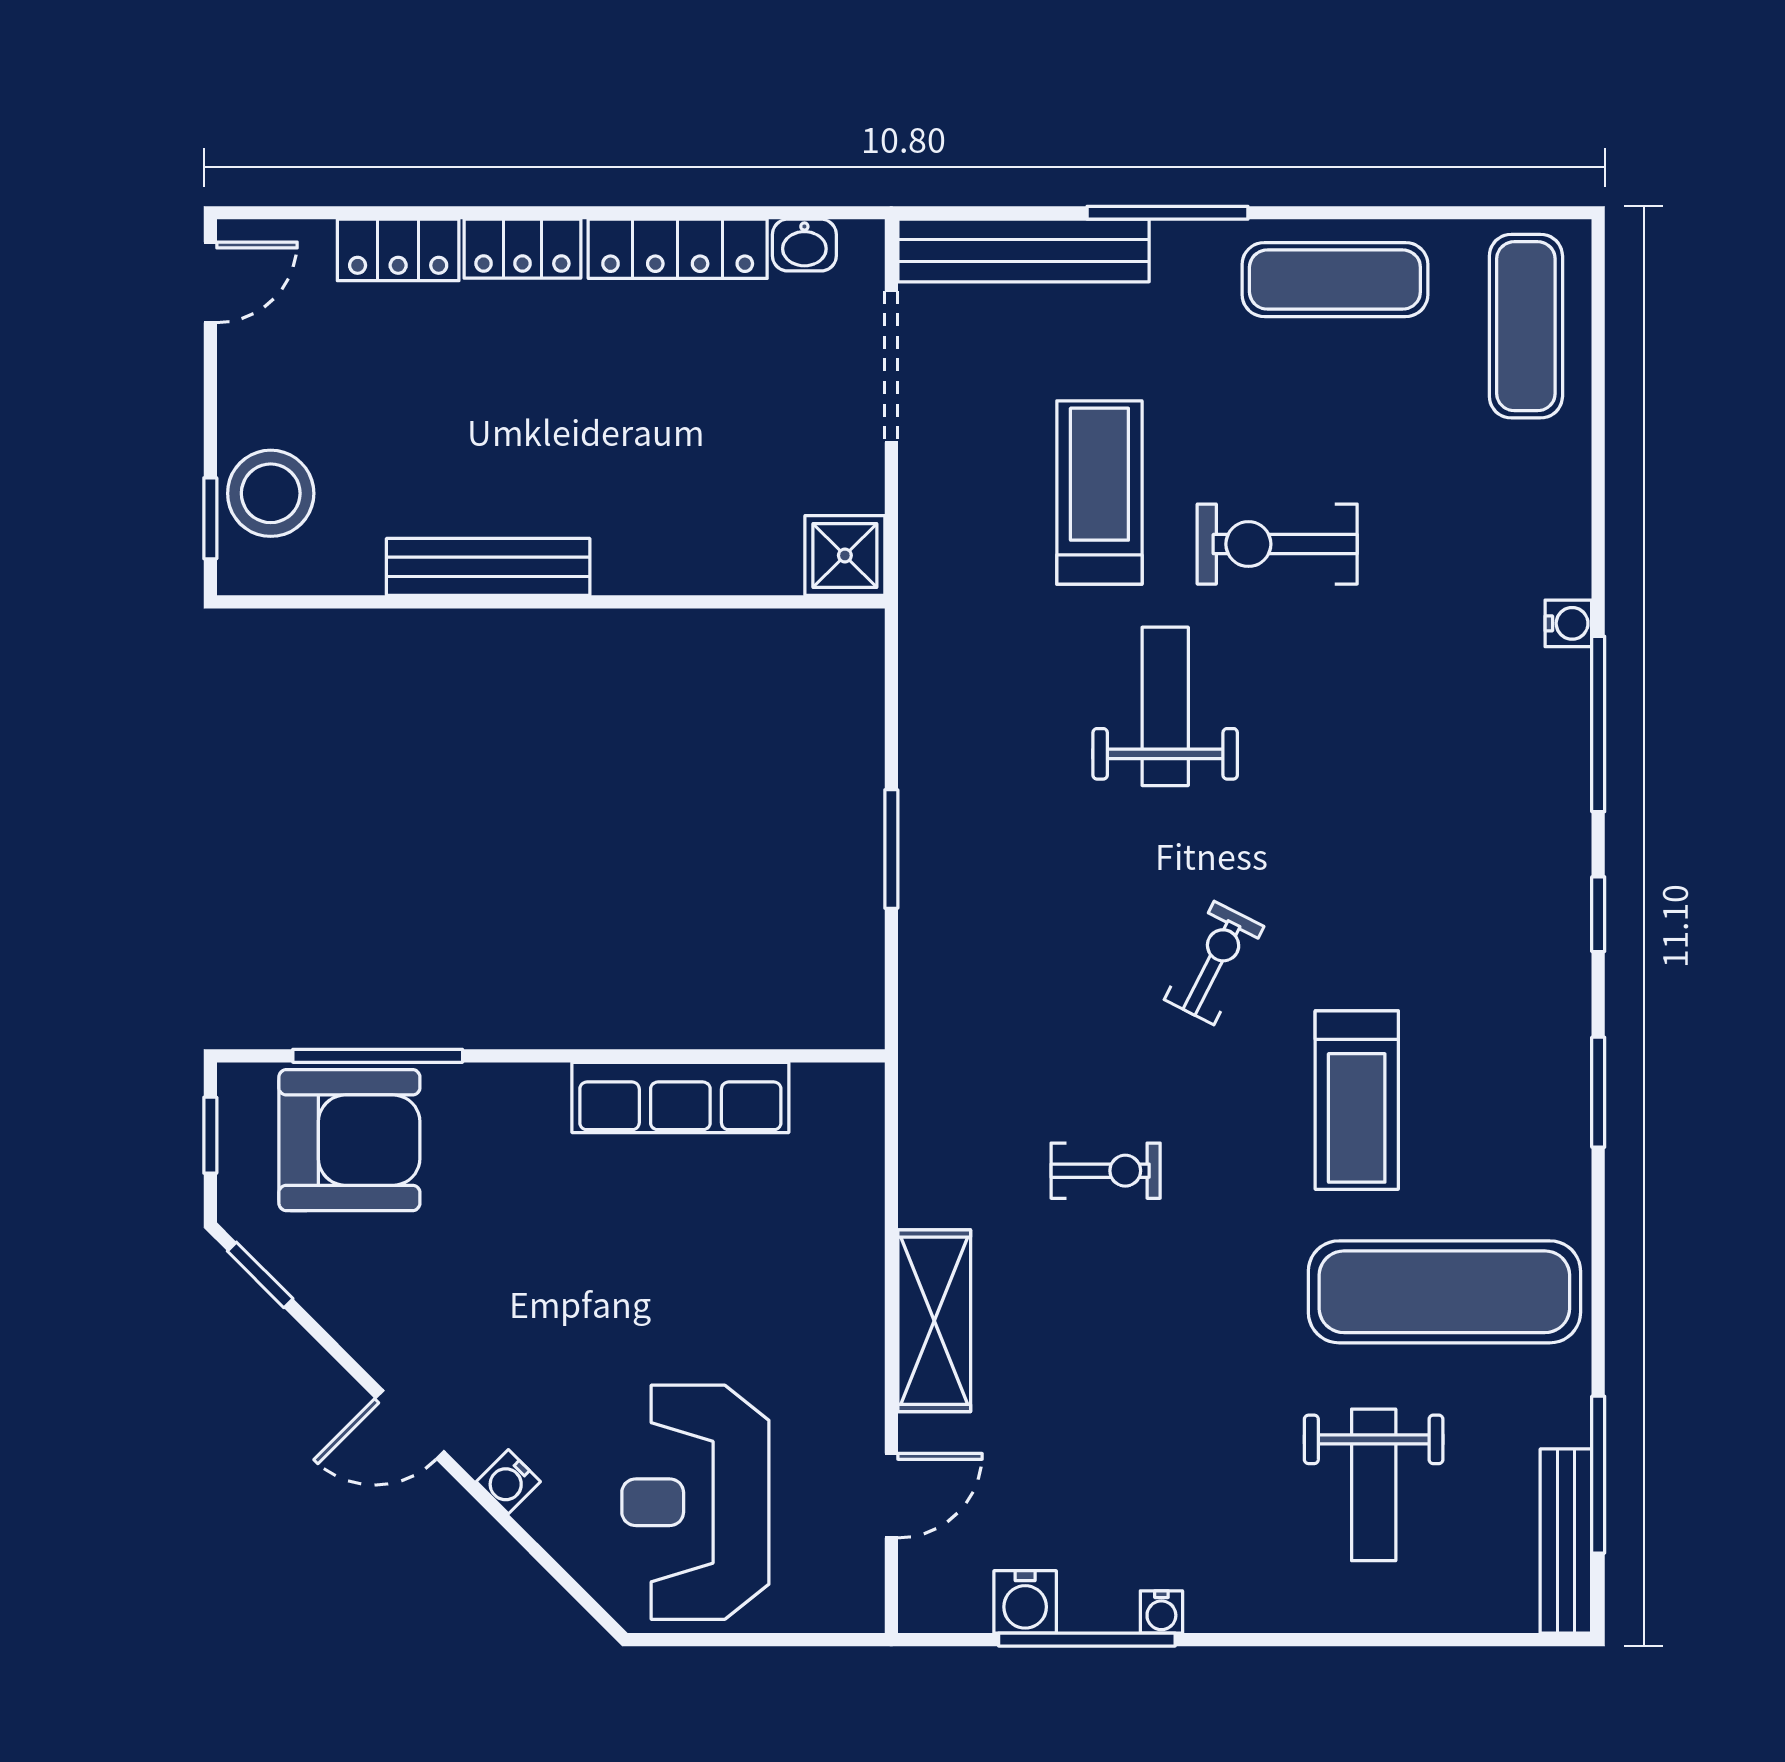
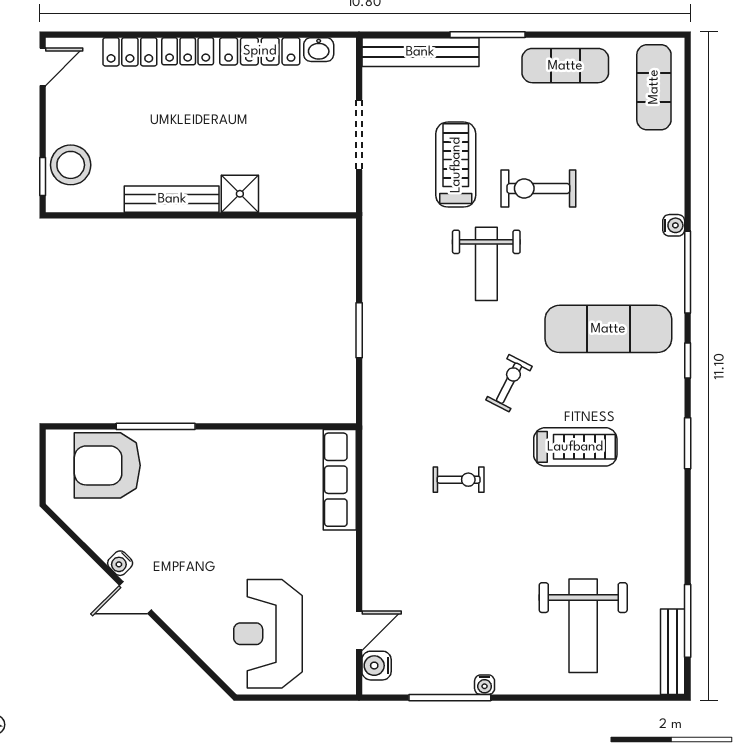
doorway: (891, 366) -> (359, 135), moved
shower: (845, 555) -> (240, 194), moved
weight bench: (1165, 706) -> (486, 264), turned 180
window: (378, 1056) -> (156, 426), moved
row of seats: (680, 1097) -> (340, 480), moved, turned 90
treadmill: (1357, 1100) -> (575, 447), turned -90
window: (210, 1135) -> (43, 463), removed
armchair: (349, 1140) -> (107, 465), turned 180
window: (260, 1275) -> (66, 528), removed
exercise mat: (1444, 1292) -> (608, 329), moved
shelving: (934, 1321) -> (379, 549), removed
water cooler: (508, 1482) -> (120, 563), moved
weight bench: (1374, 1485) -> (583, 626), width x1.36, depth x1.33
water cooler: (1025, 1602) -> (377, 666), moved, turned 90

